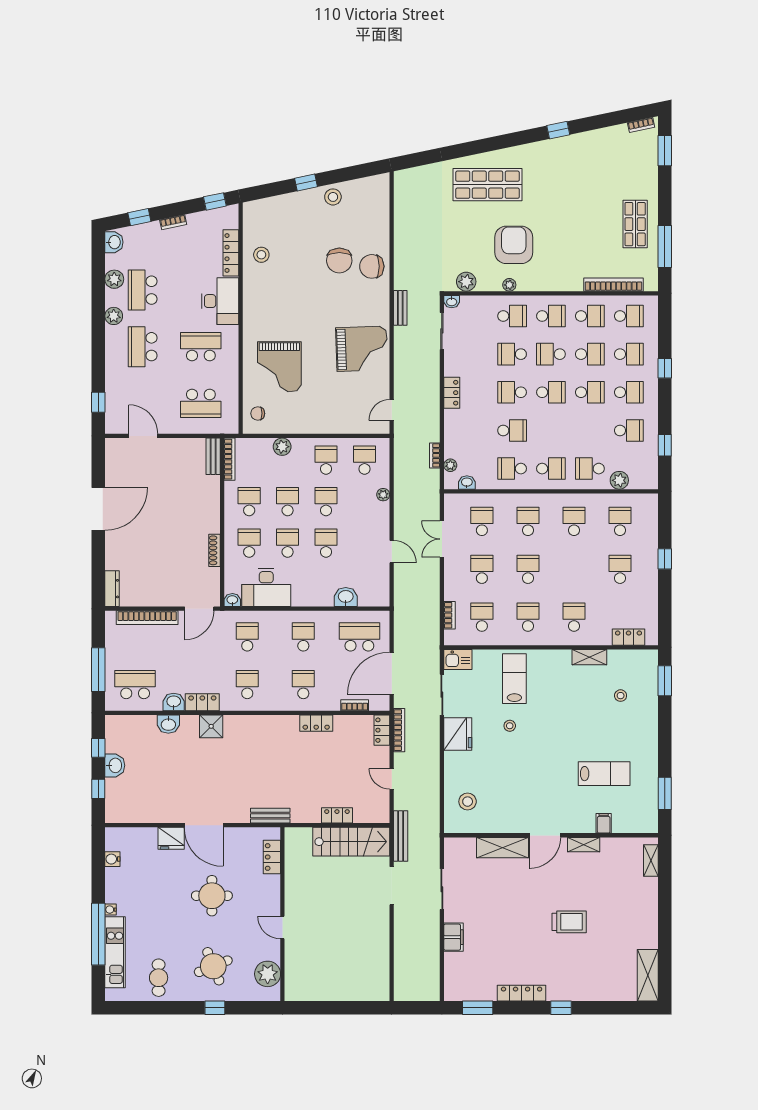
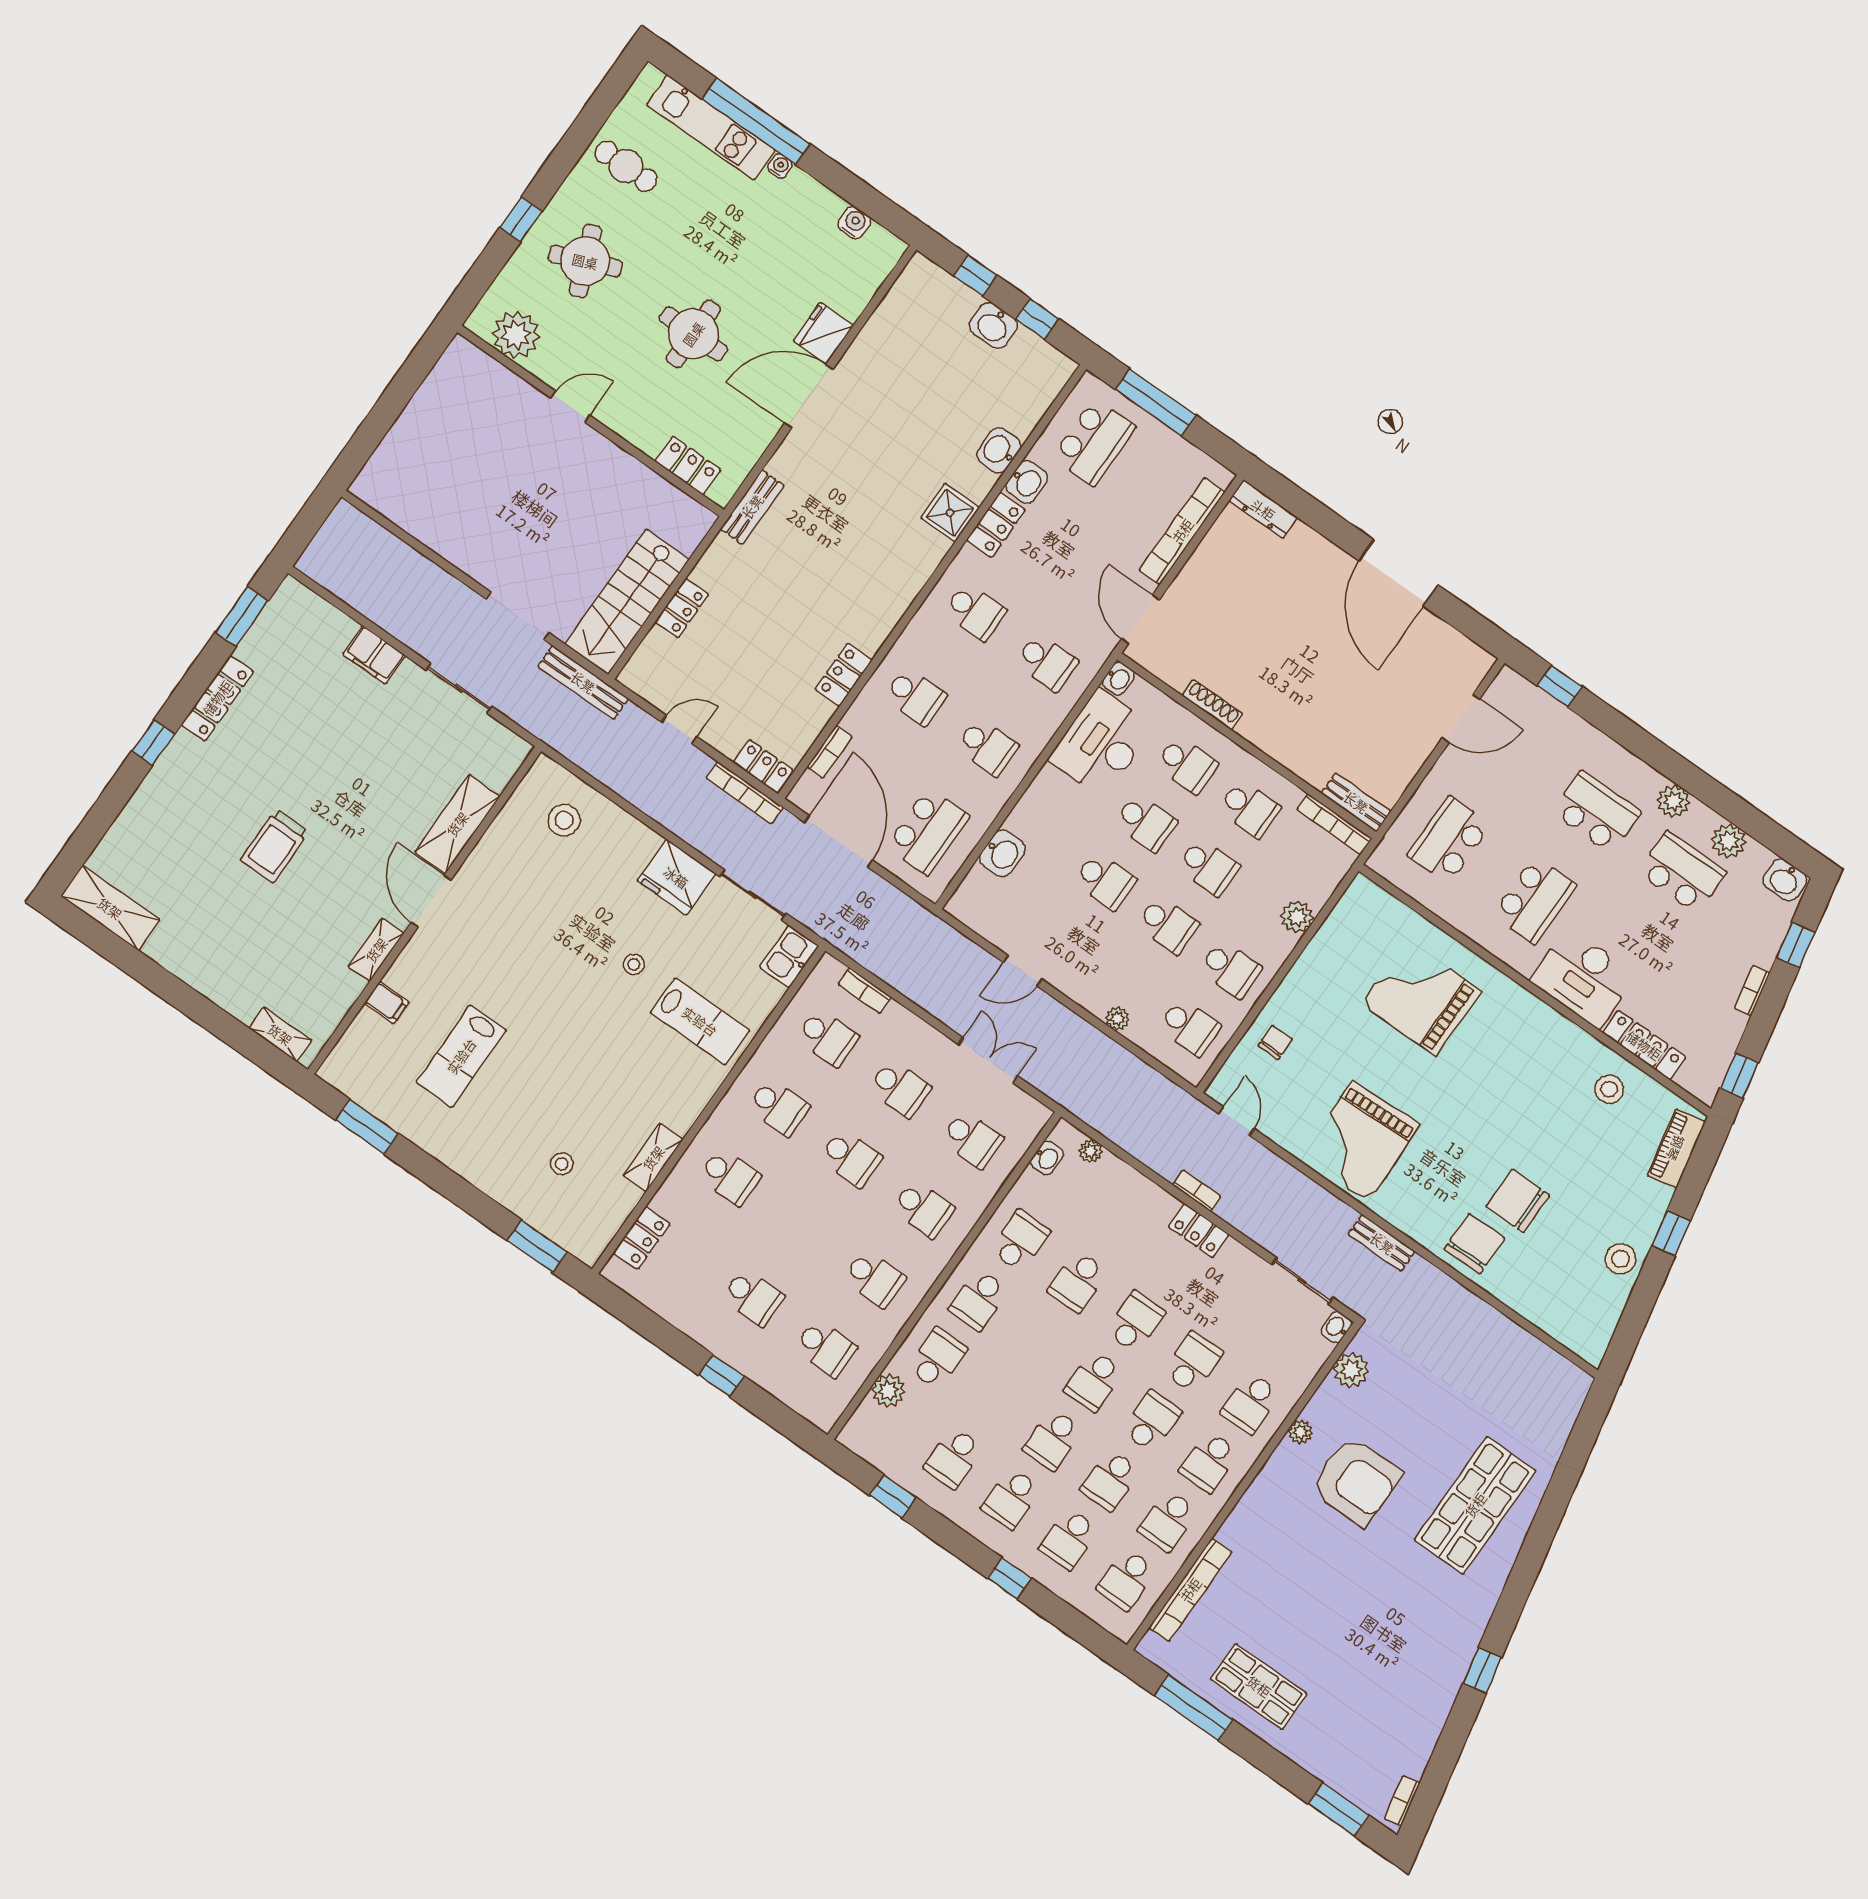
piano: (267, 207) -> (1676, 1148), added
chair: (258, 413) -> (1275, 1042), moved
bookcase: (435, 455) -> (1197, 1191), moved

